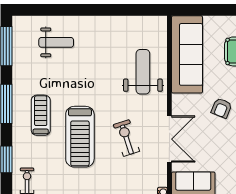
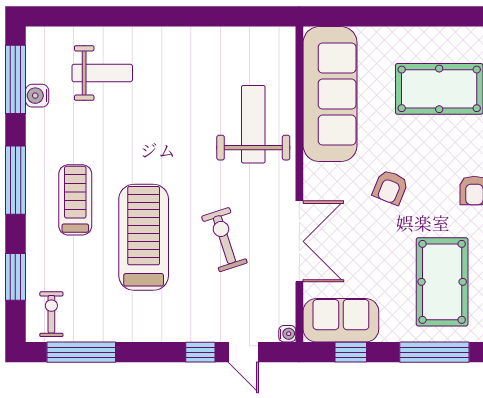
water cooler: (19, 55) -> (37, 96), added
treadmill: (80, 137) -> (144, 237), turned 180

